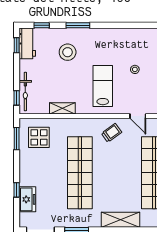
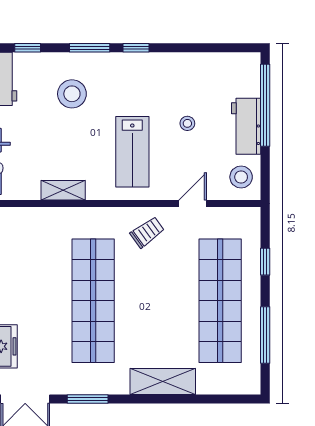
window: (105, 25) -> (136, 48), added
lab bench: (103, 86) -> (132, 152), turned 180
door: (138, 116) -> (193, 203), swing flipped
display table: (39, 137) -> (23, 240), removed

